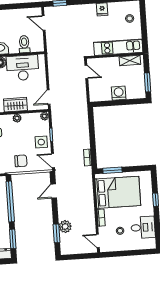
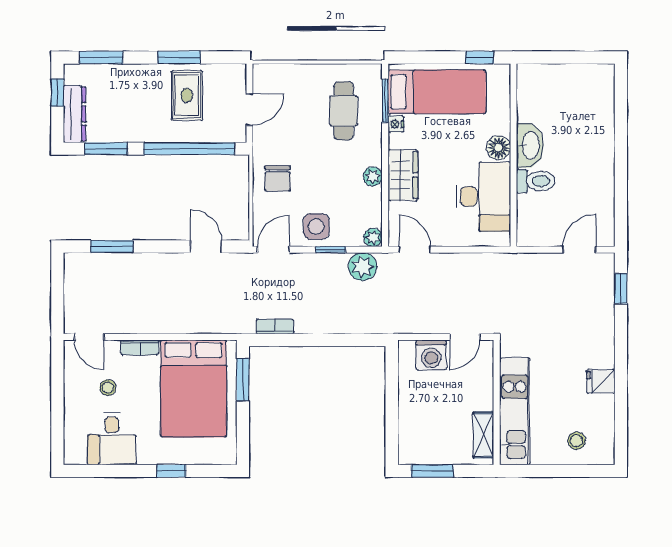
toilet: (24, 44) -> (536, 181), moved
washing machine: (119, 93) -> (431, 355), moved, turned 90
plant: (65, 227) -> (363, 267), moved
door: (98, 241) -> (89, 337), swing flipped

